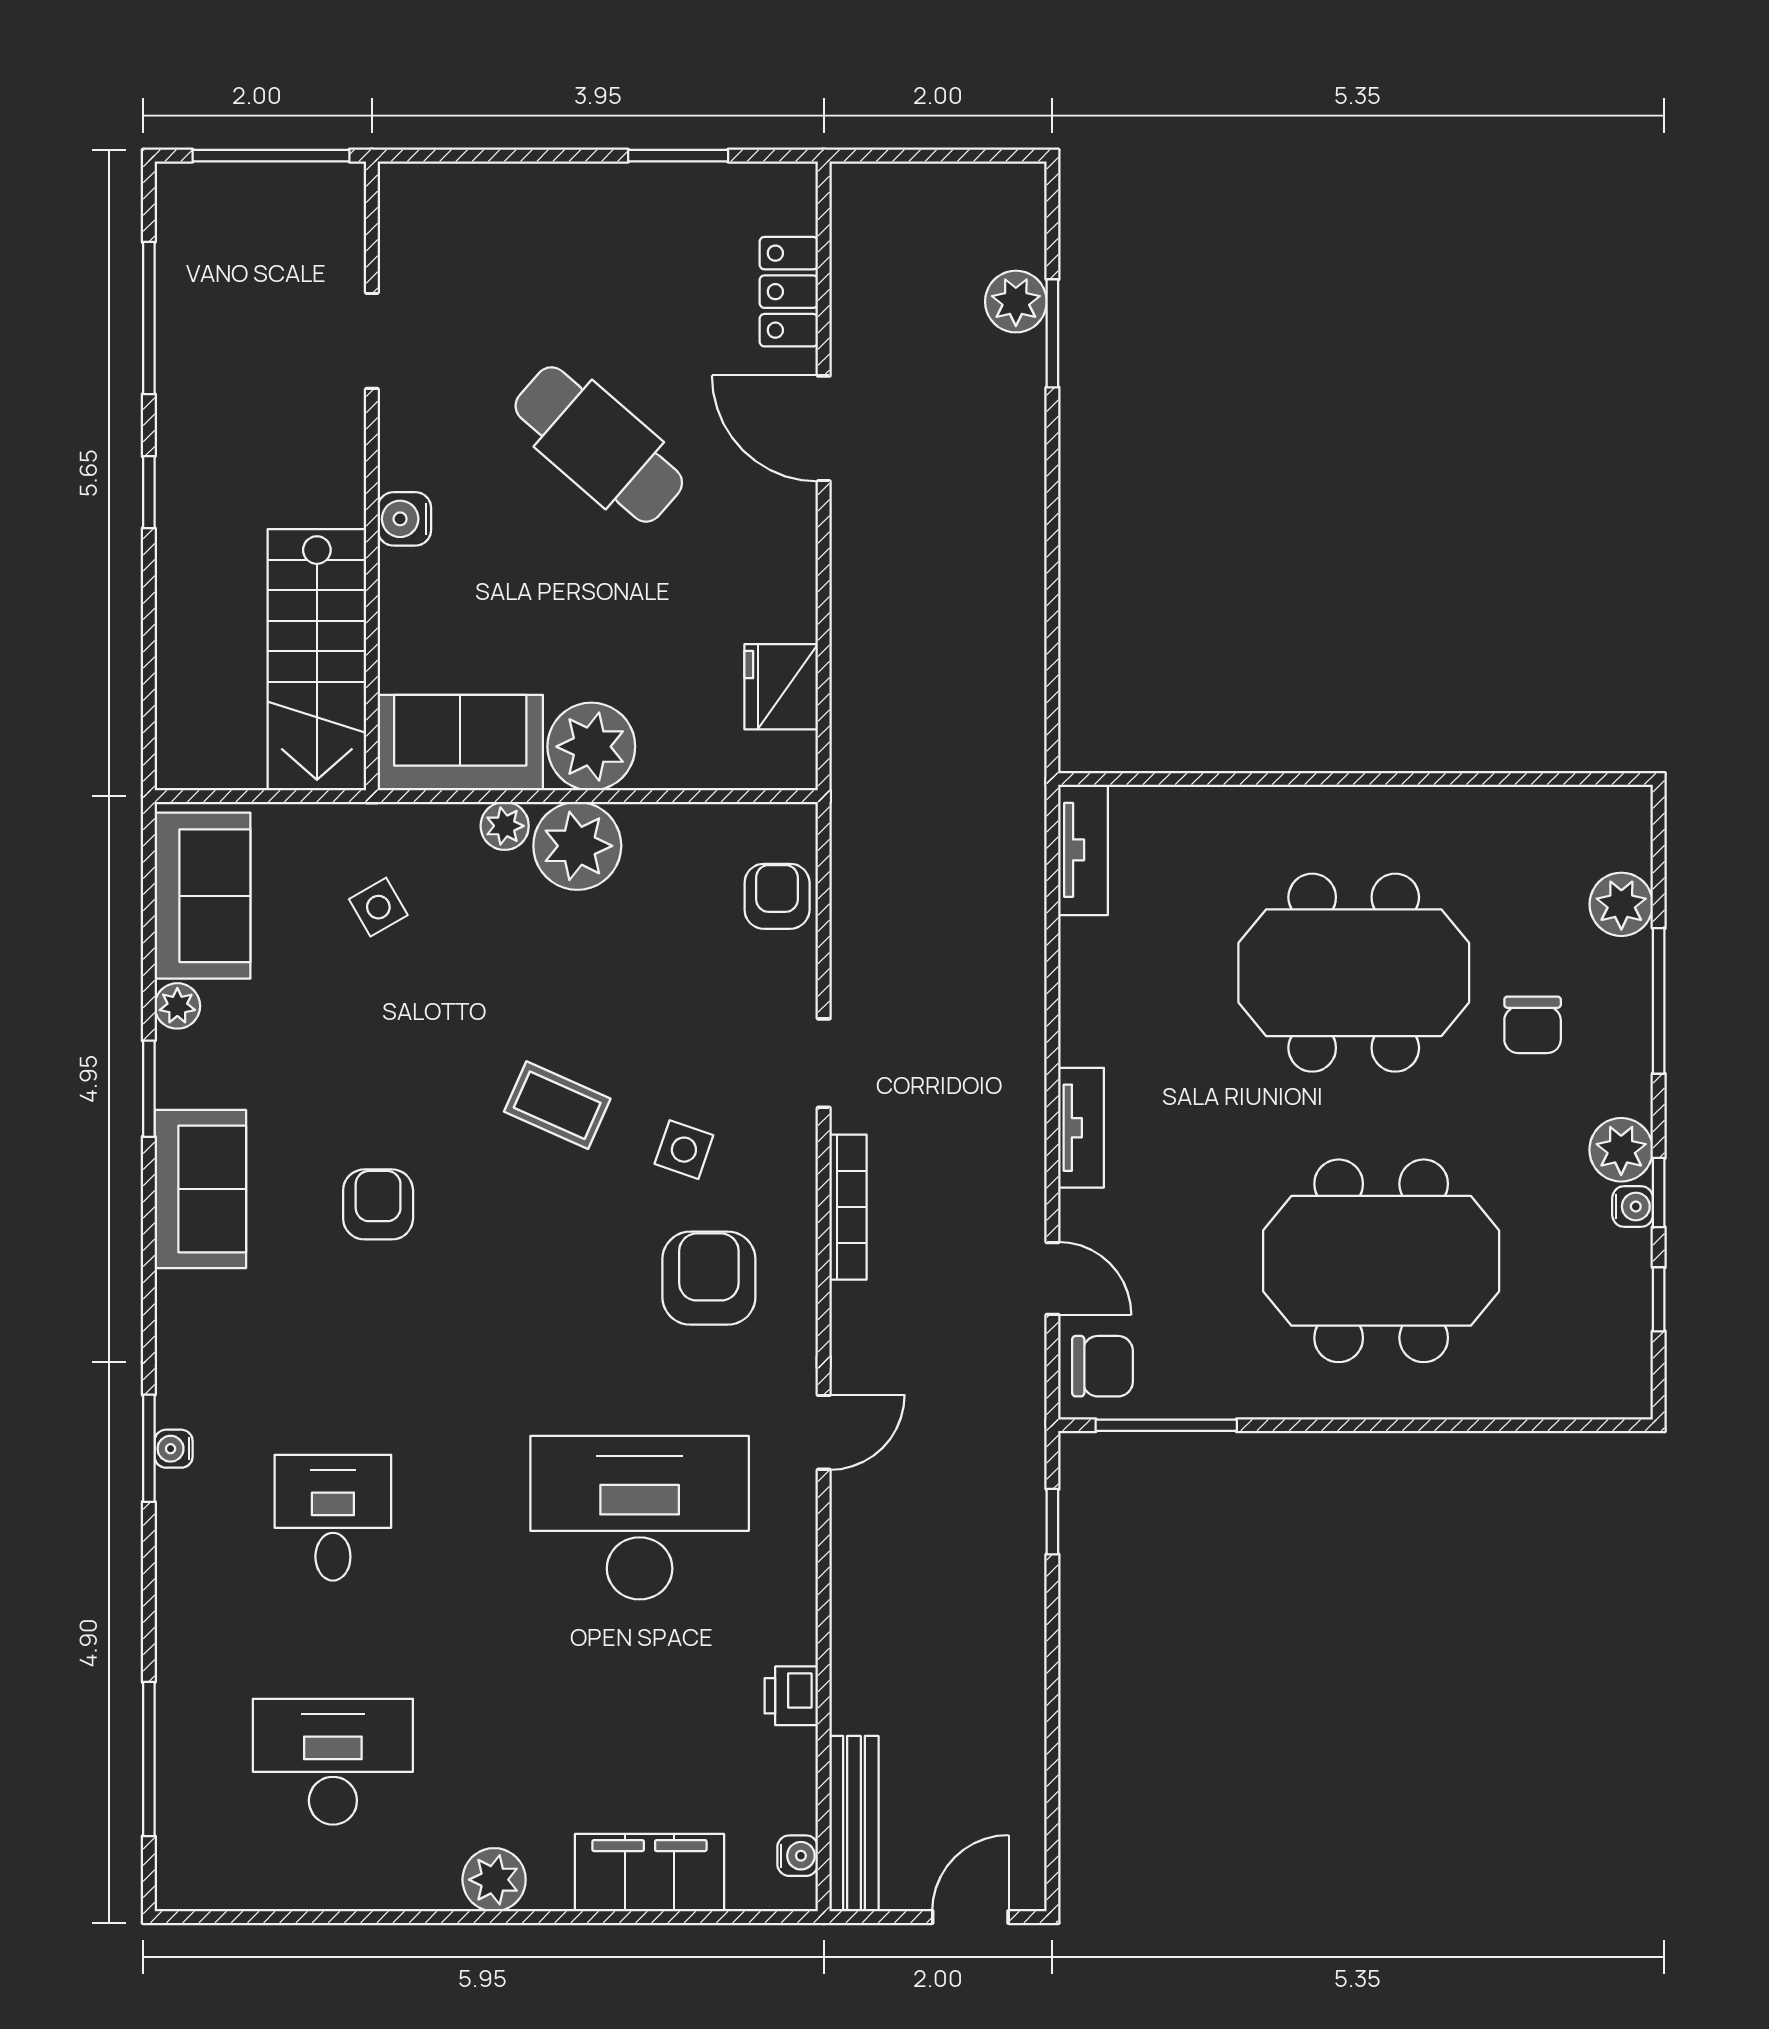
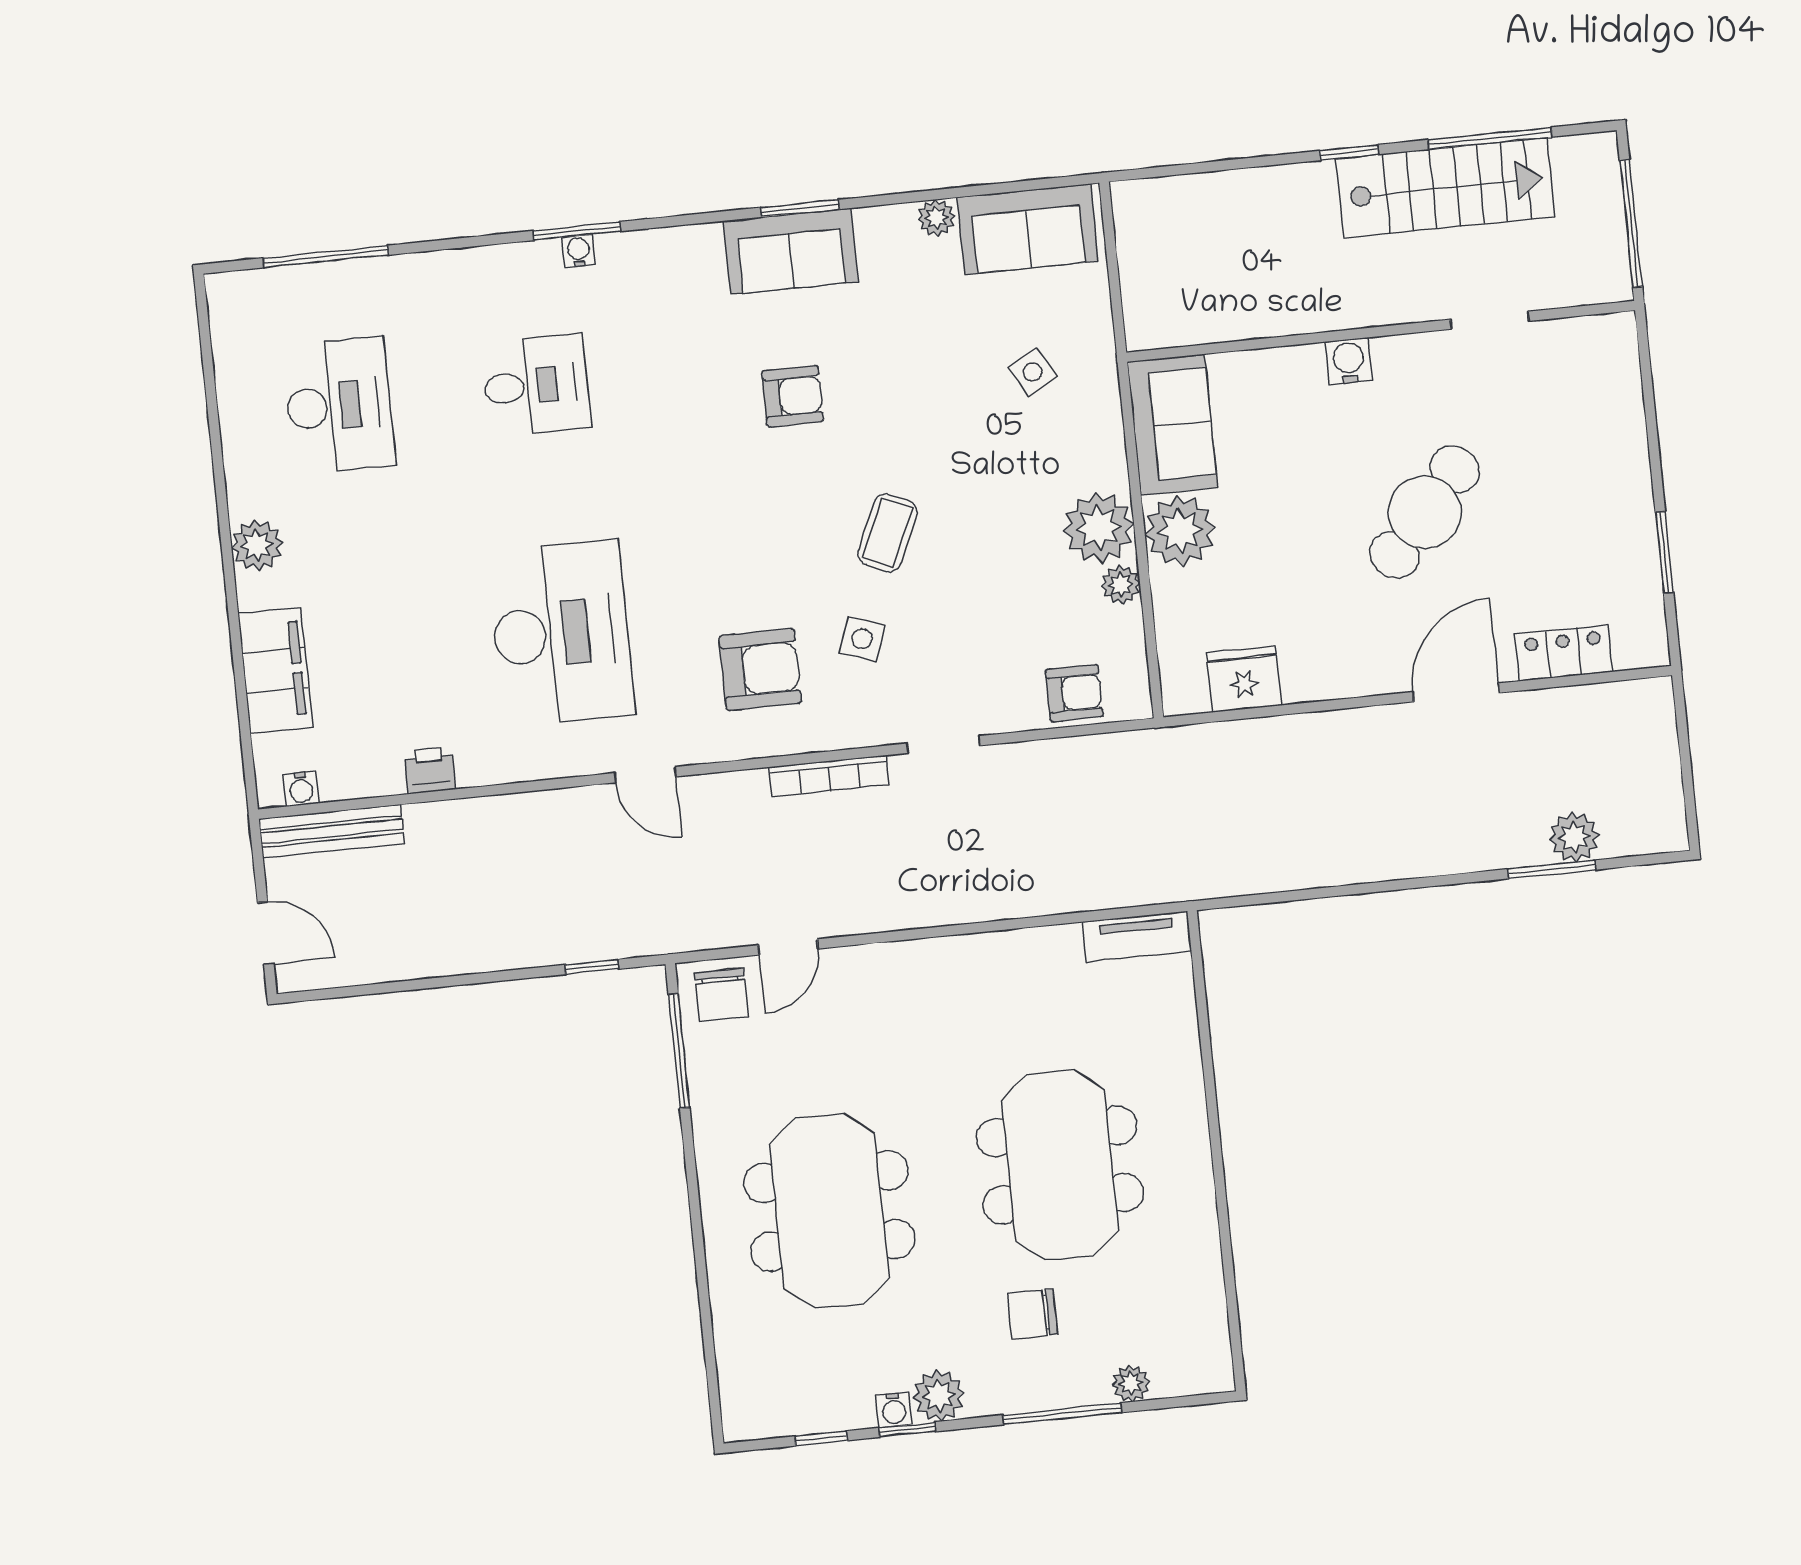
stairs: (317, 660) -> (1445, 188), moved, turned 180
plant: (505, 826) -> (1121, 585), moved
plant: (1621, 904) -> (1131, 1383), width x0.73, depth x0.73
window: (149, 1089) -> (800, 208), moved
tv unit: (1081, 1128) -> (912, 958), removed

